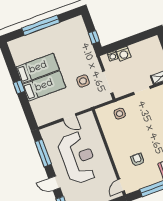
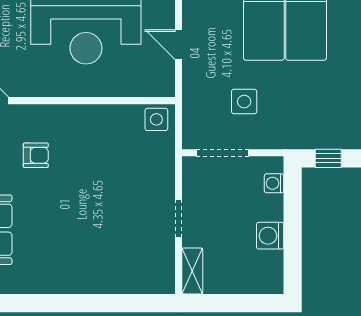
washing machine: (124, 54) -> (270, 236), moved
side table: (120, 114) -> (156, 119), moved
door: (69, 117) -> (178, 45), hinge flipped

